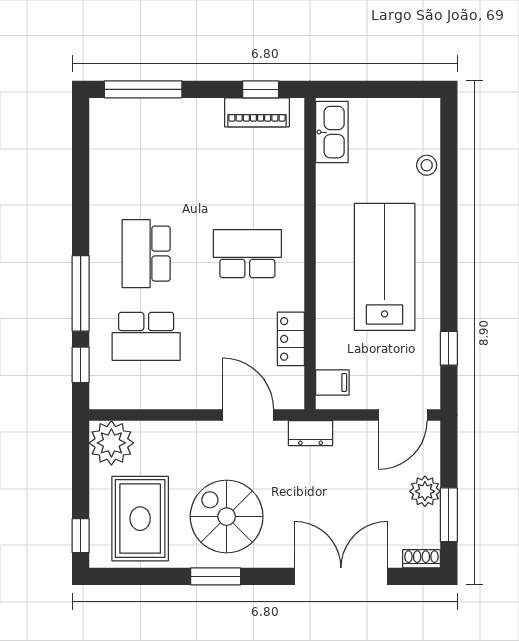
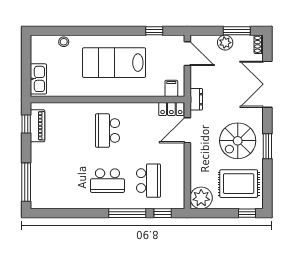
kitchen sink: (332, 132) -> (38, 79), moved, turned 90
locker: (291, 339) -> (171, 109), moved

